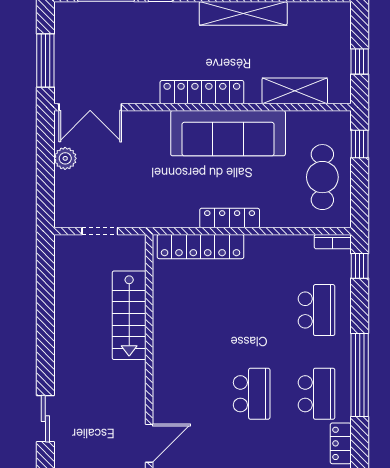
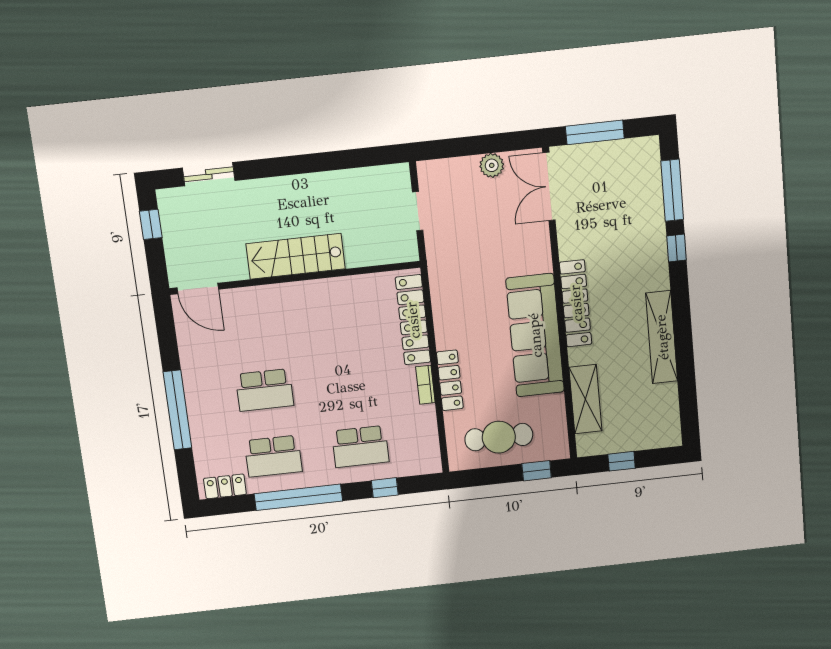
locker: (230, 218) -> (450, 380), moved
bookcase: (333, 242) -> (425, 385), moved
window: (360, 266) -> (385, 488), moved
stairs: (129, 315) -> (296, 256), moved

